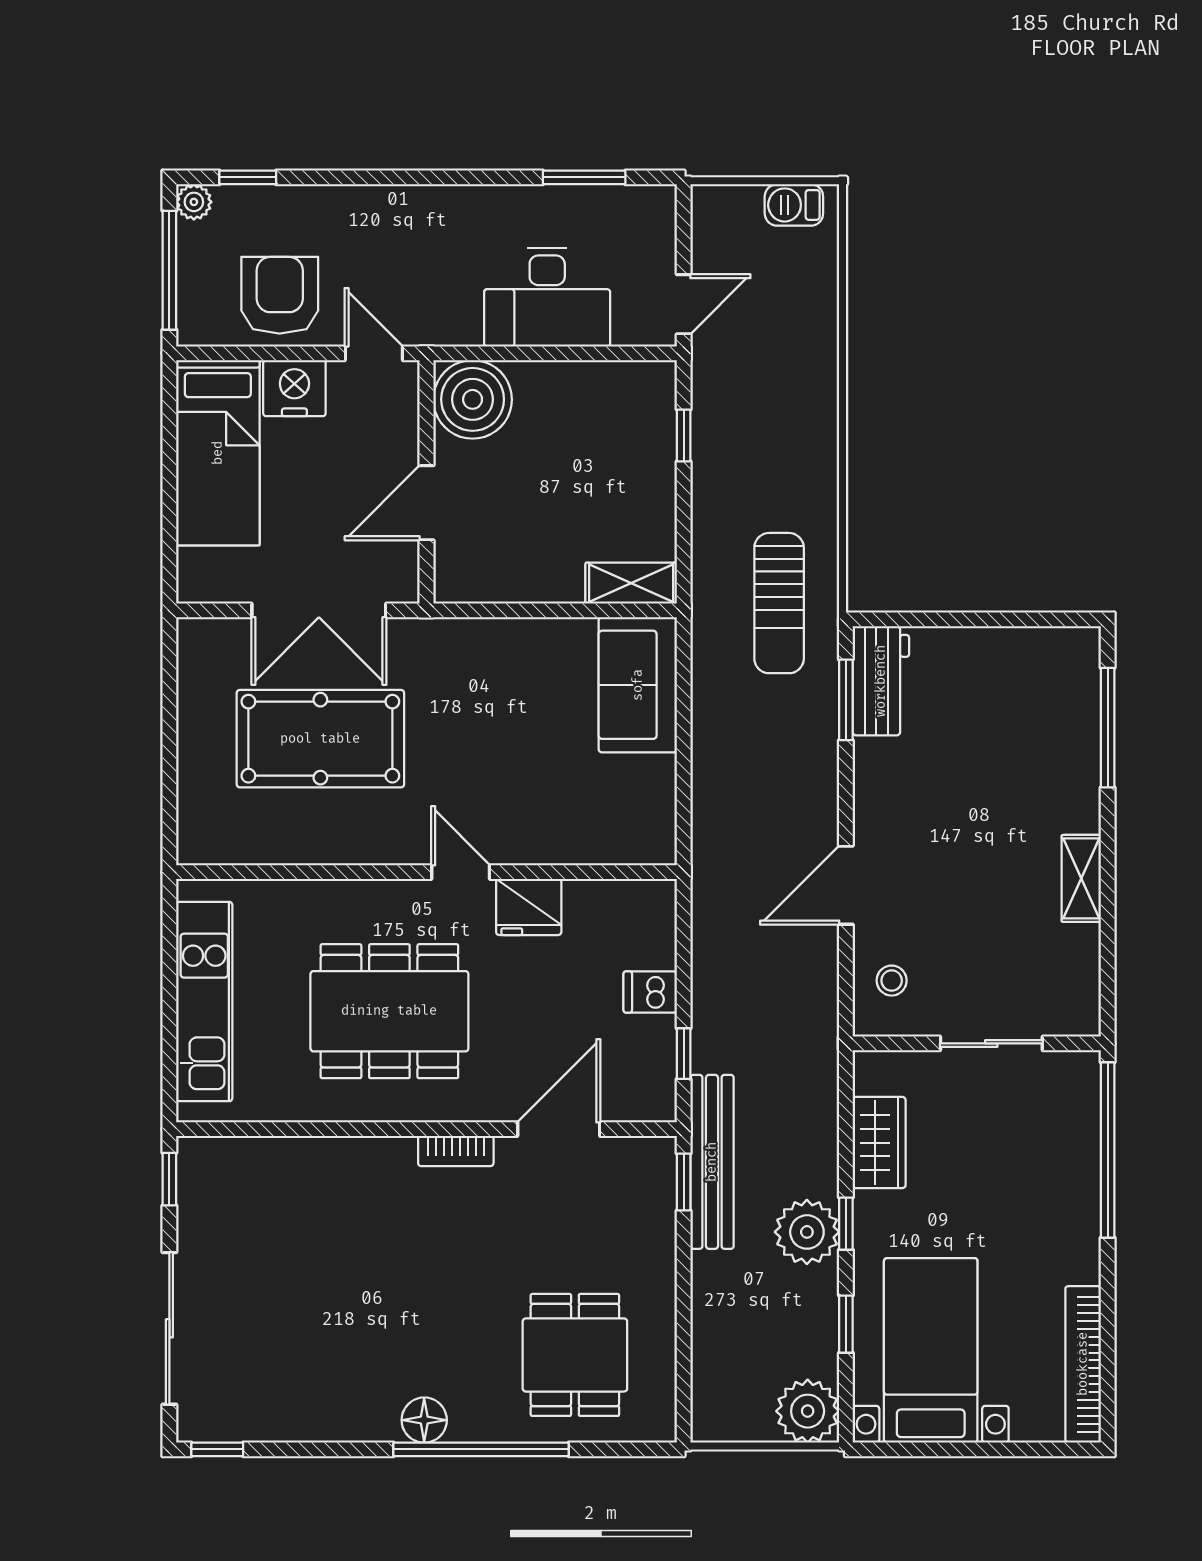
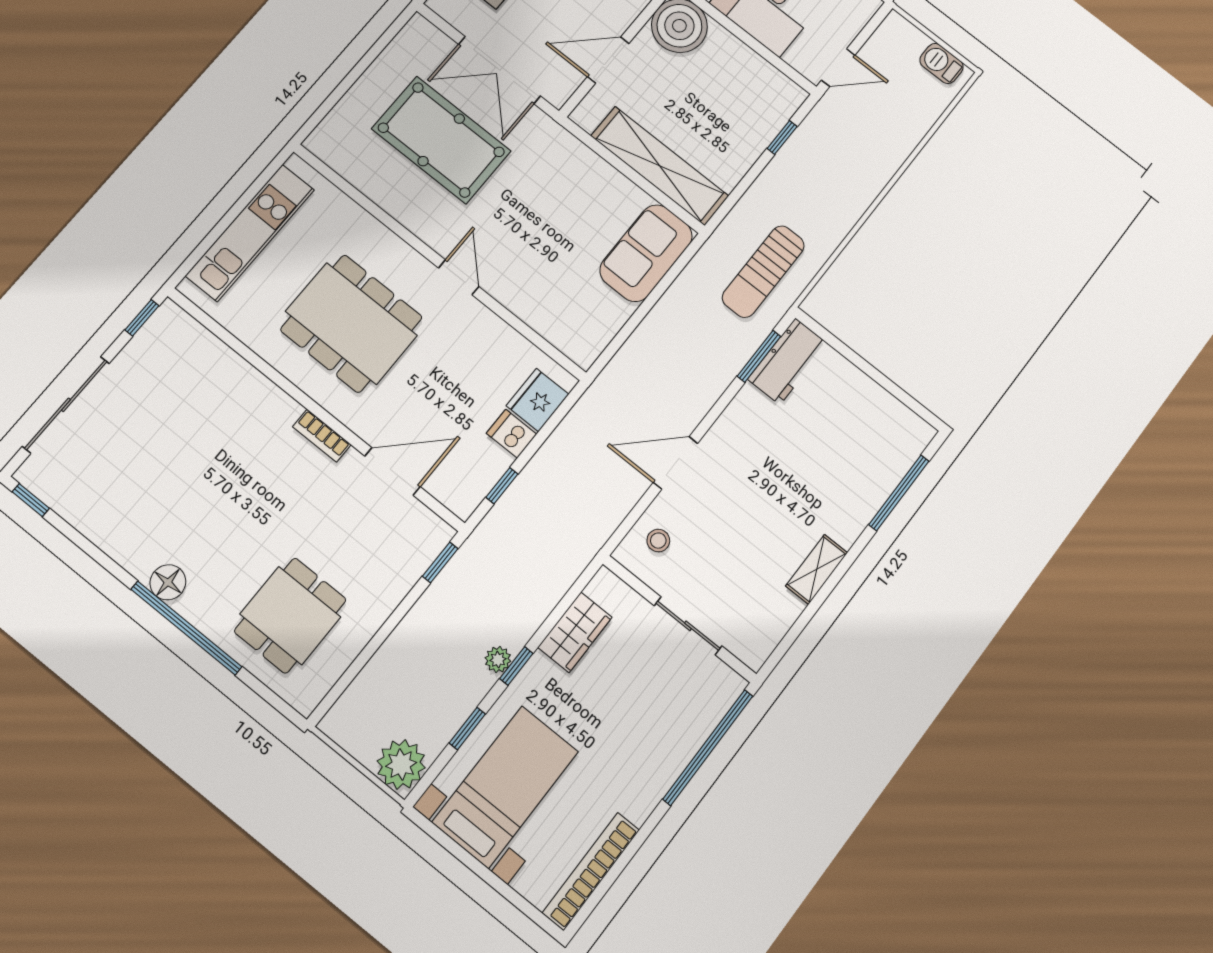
shelving: (631, 583) -> (660, 166), width x2.20, depth x1.33
fridge: (529, 907) -> (538, 400), moved, turned 90
bench: (712, 1162) -> (467, 564), removed
plant: (807, 1232) -> (498, 660), width x0.53, depth x0.53

